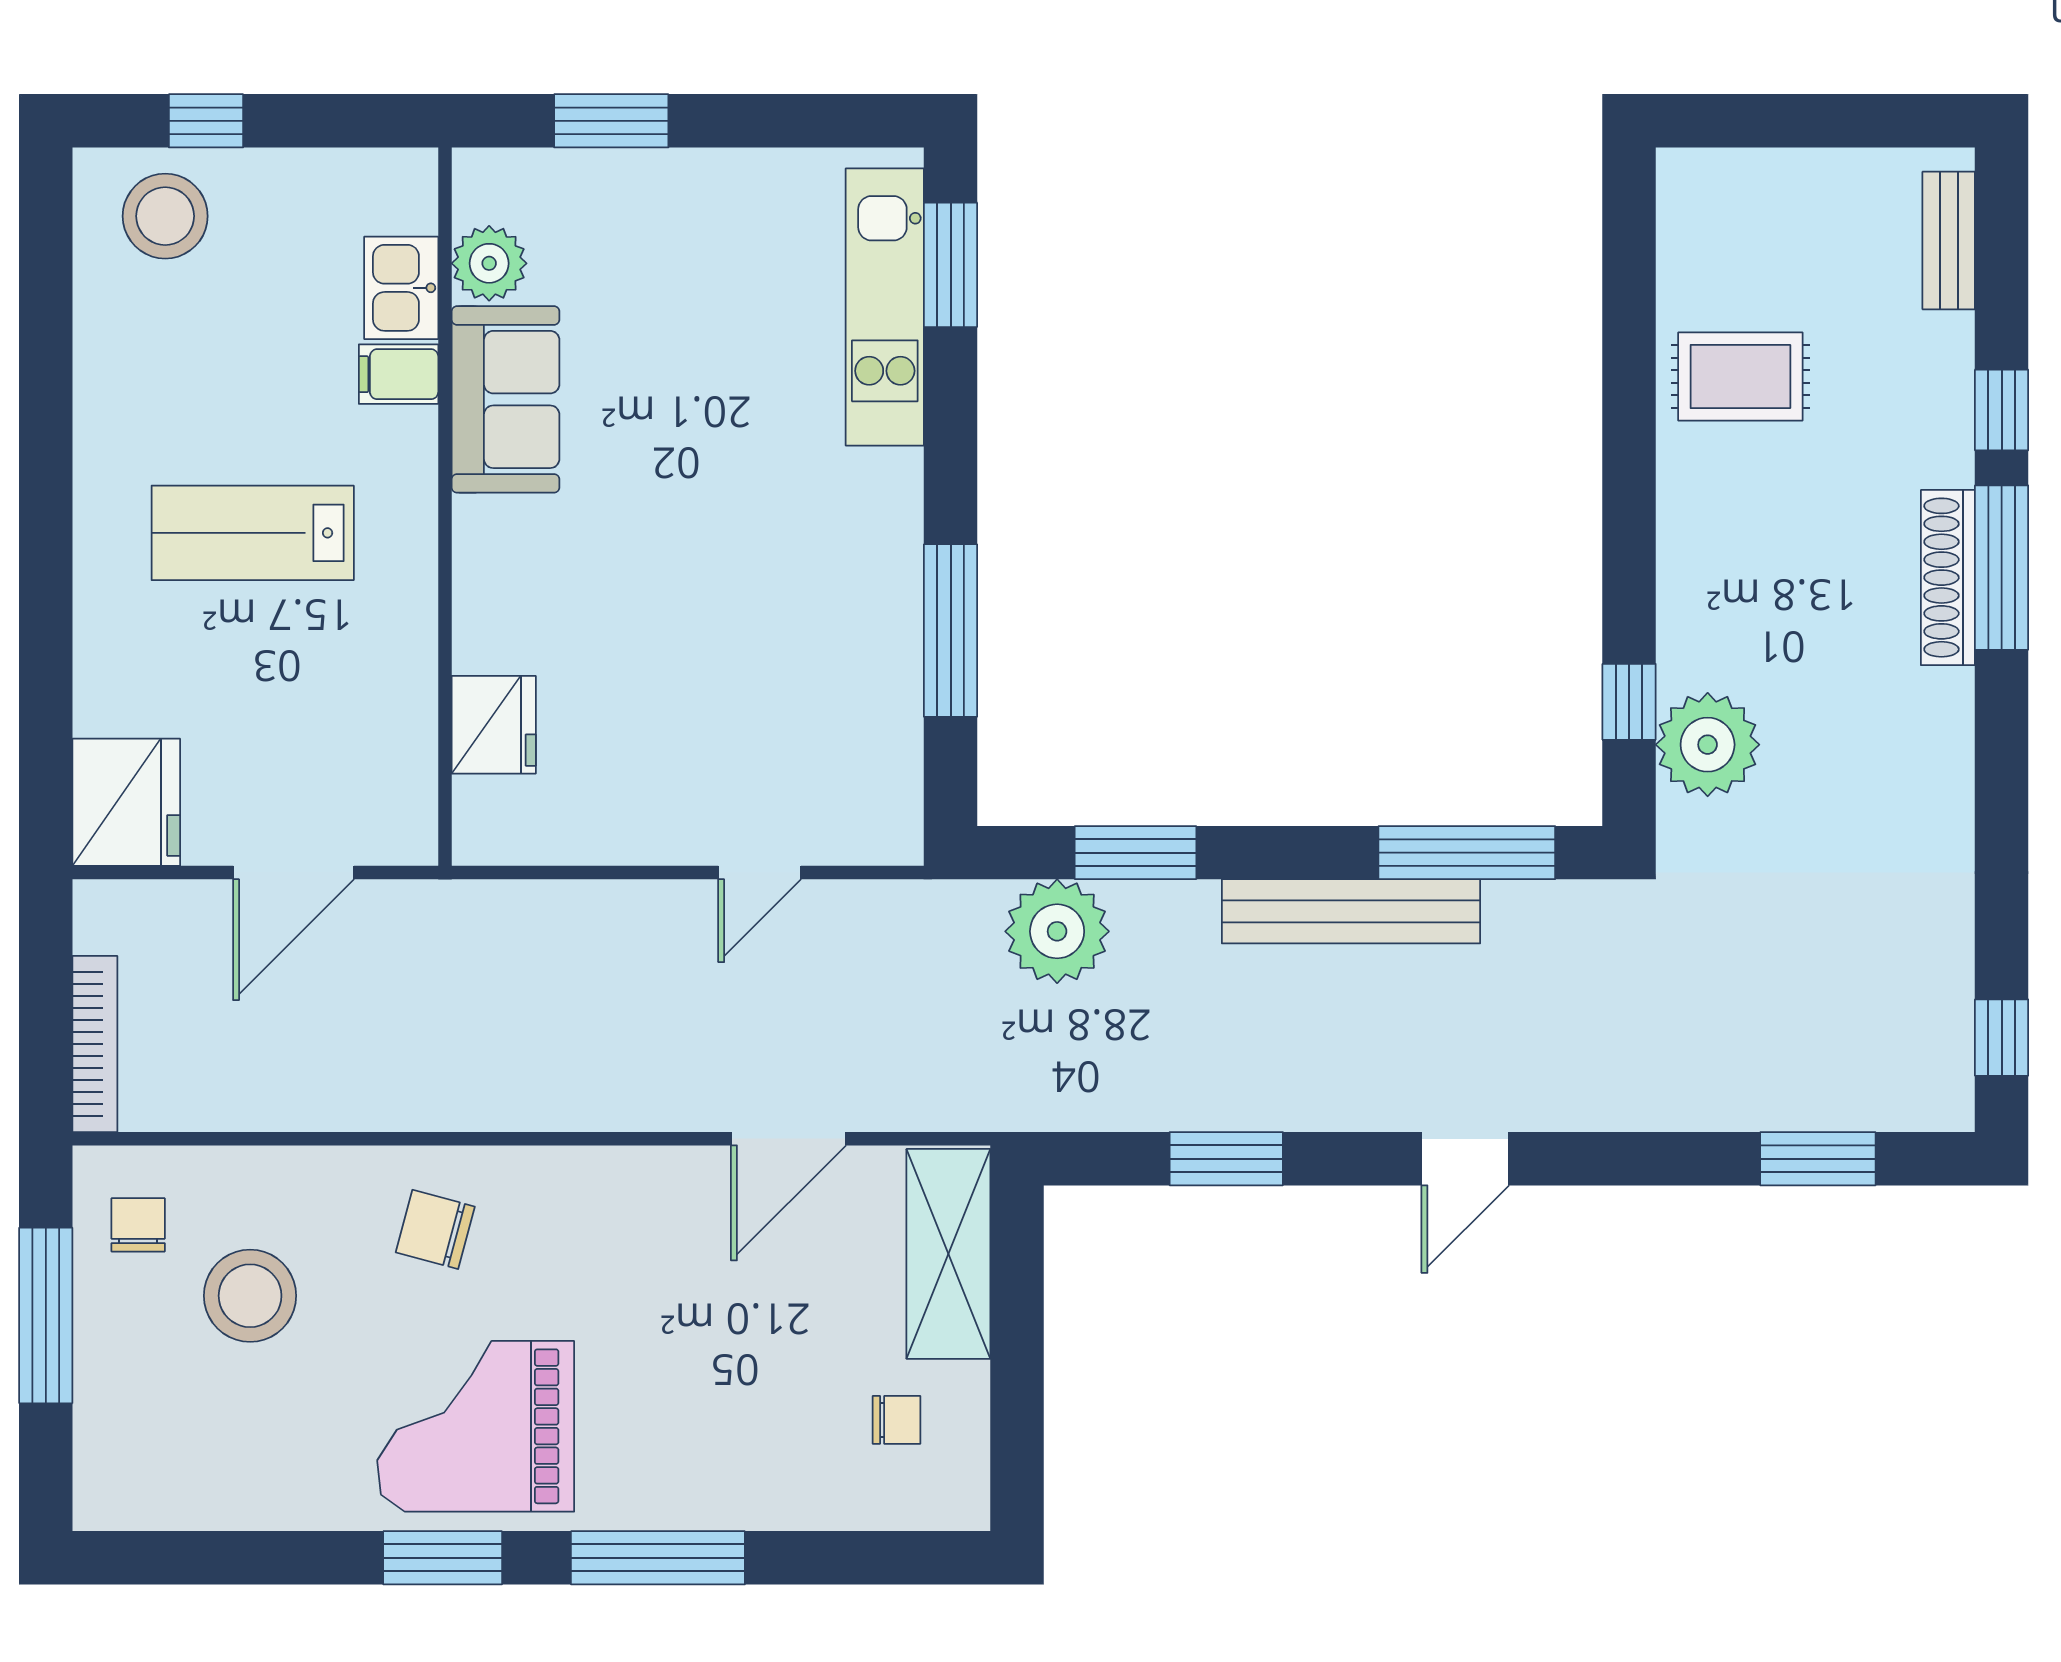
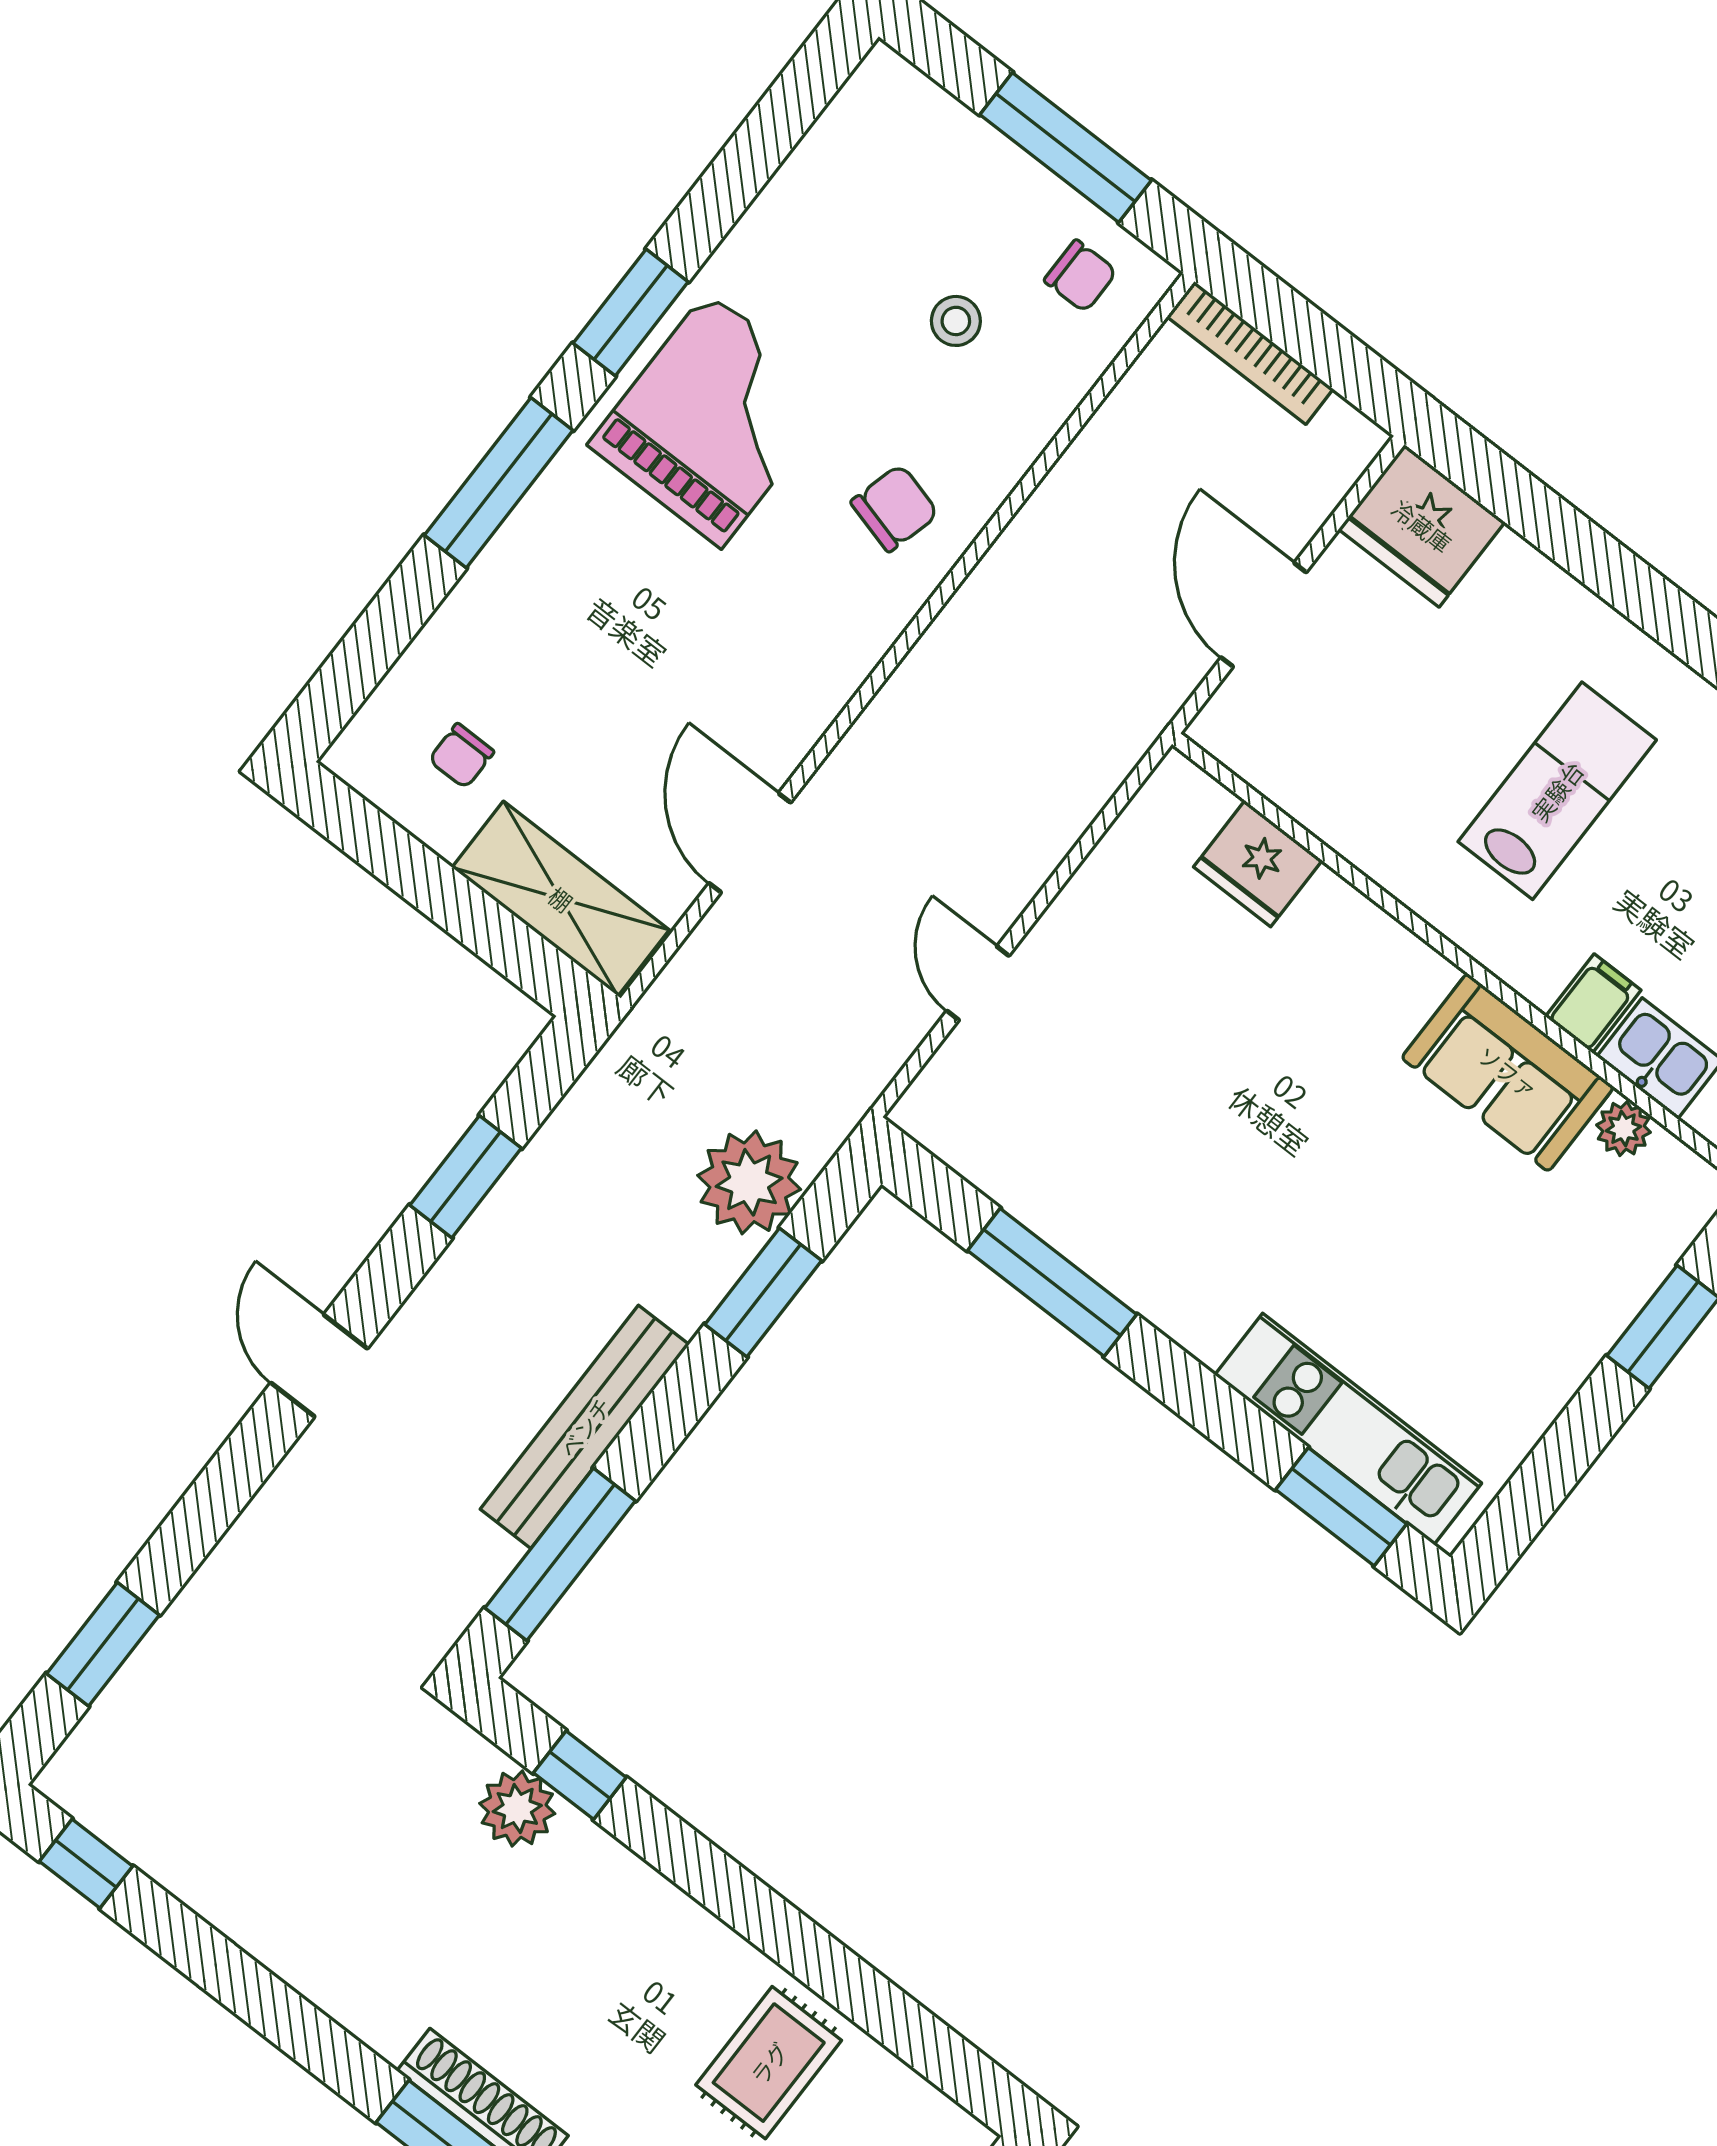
plant: (489, 263) -> (1624, 1129), width x0.73, depth x0.73
plant: (1708, 745) -> (517, 1808), width x0.73, depth x0.73
stool: (250, 1296) -> (956, 321), width x0.53, depth x0.53

